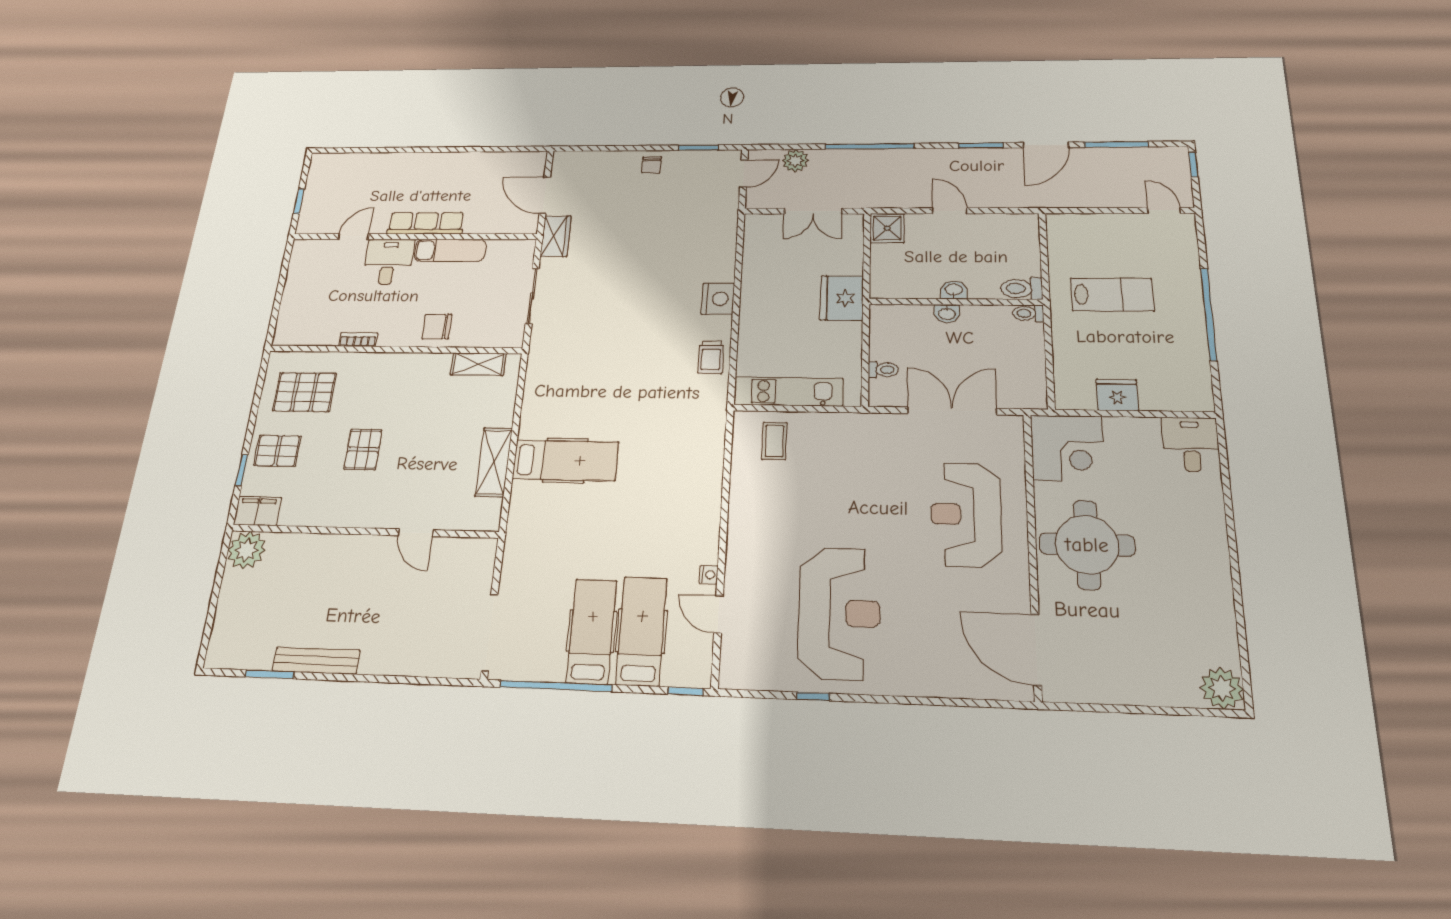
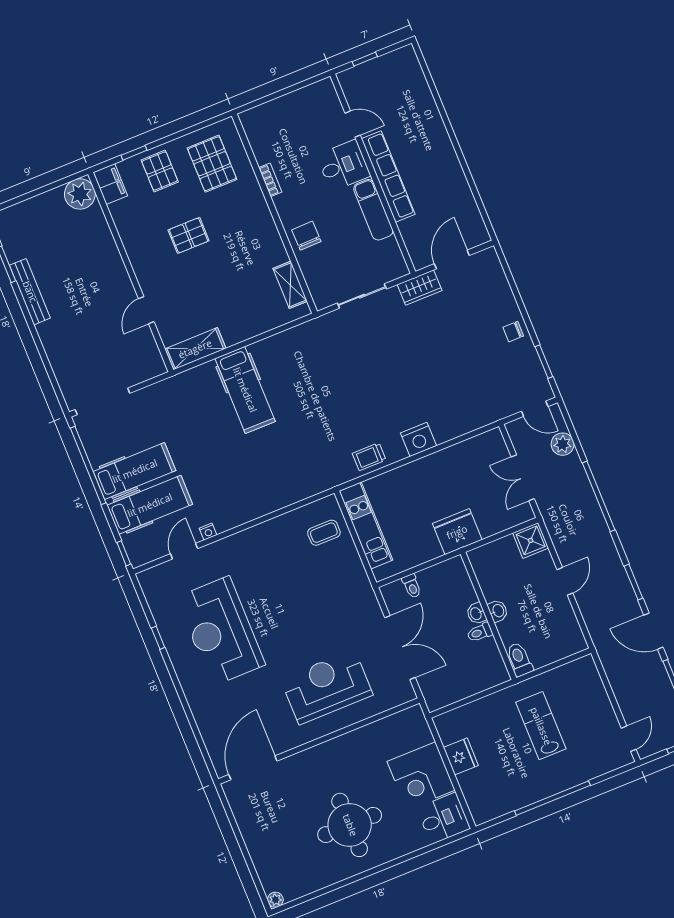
row of seats: (426, 223) -> (388, 177), width x1.36
lab bench: (1112, 295) -> (541, 726), turned 180
toilet: (1028, 313) -> (480, 632), moved, turned -90
corner desk: (1067, 448) -> (421, 776), moved
shelving: (494, 462) -> (195, 349), moved
round table: (1087, 545) -> (350, 825), moved
reception desk: (839, 613) -> (221, 631), turned 90
plant: (1222, 688) -> (275, 900), width x0.53, depth x0.53

